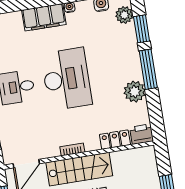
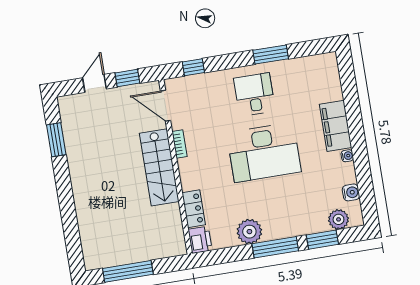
bookcase: (72, 150) -> (179, 144), moved

